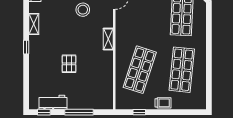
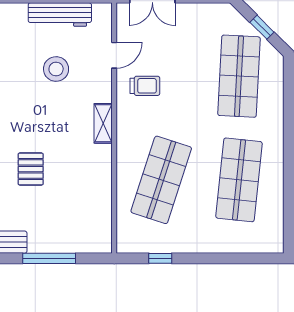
trolley: (163, 103) -> (145, 86), moved

